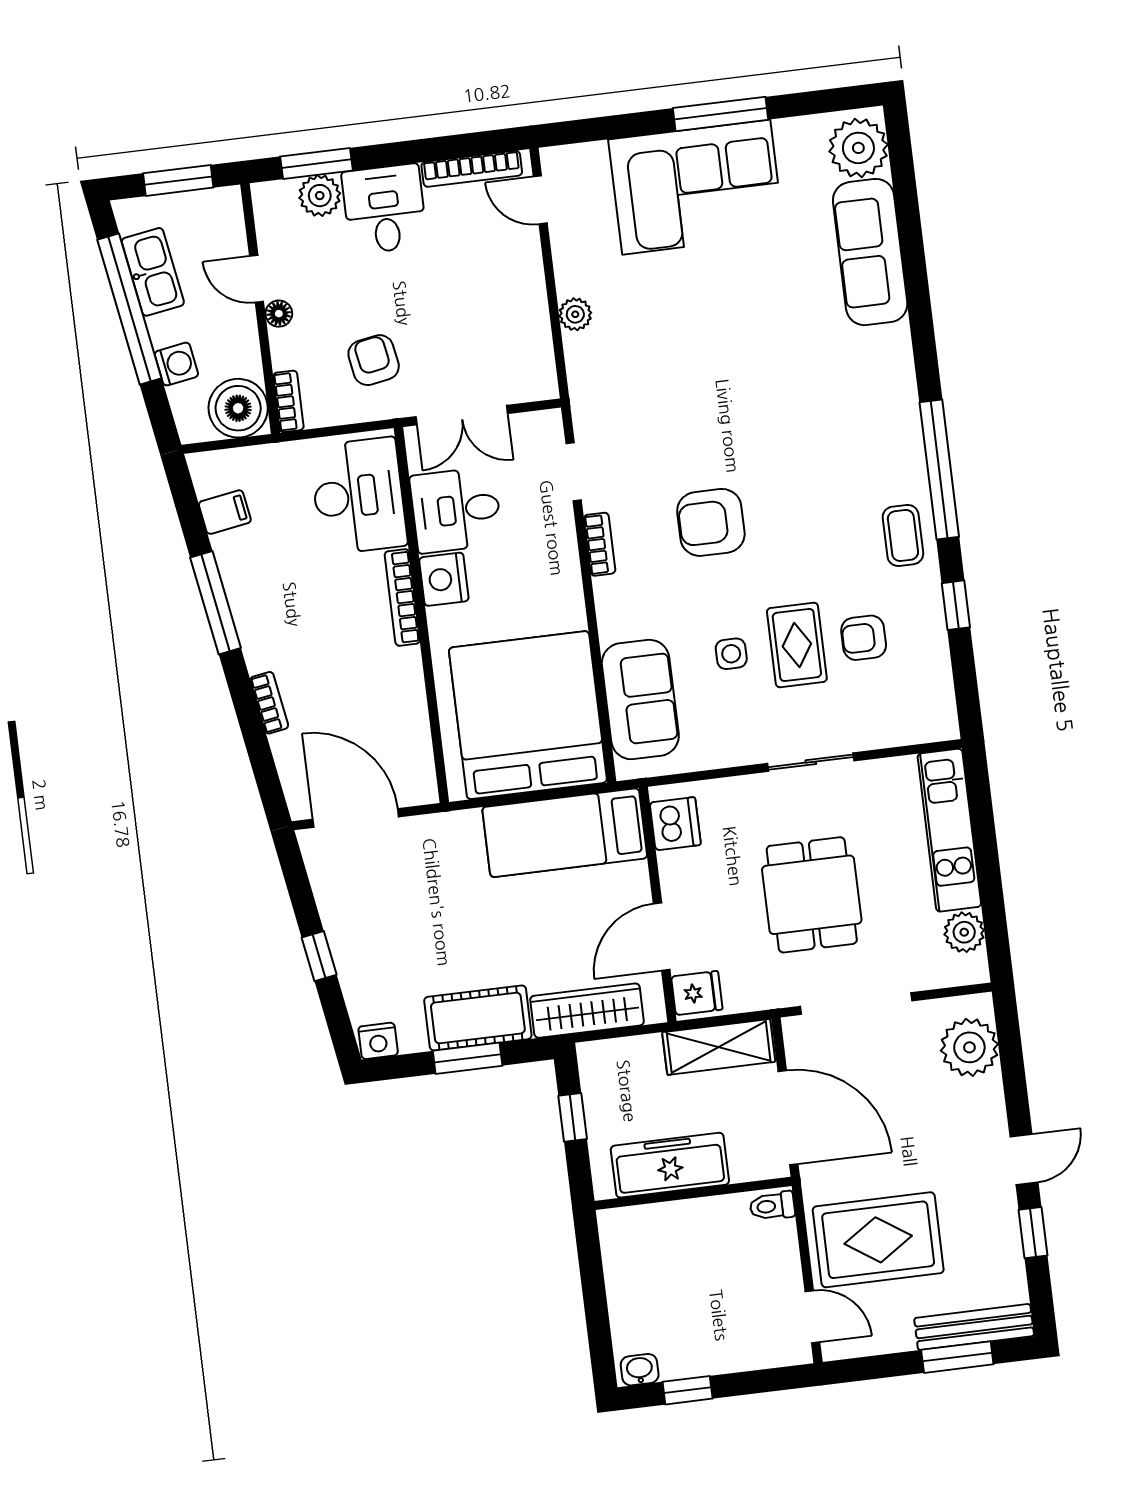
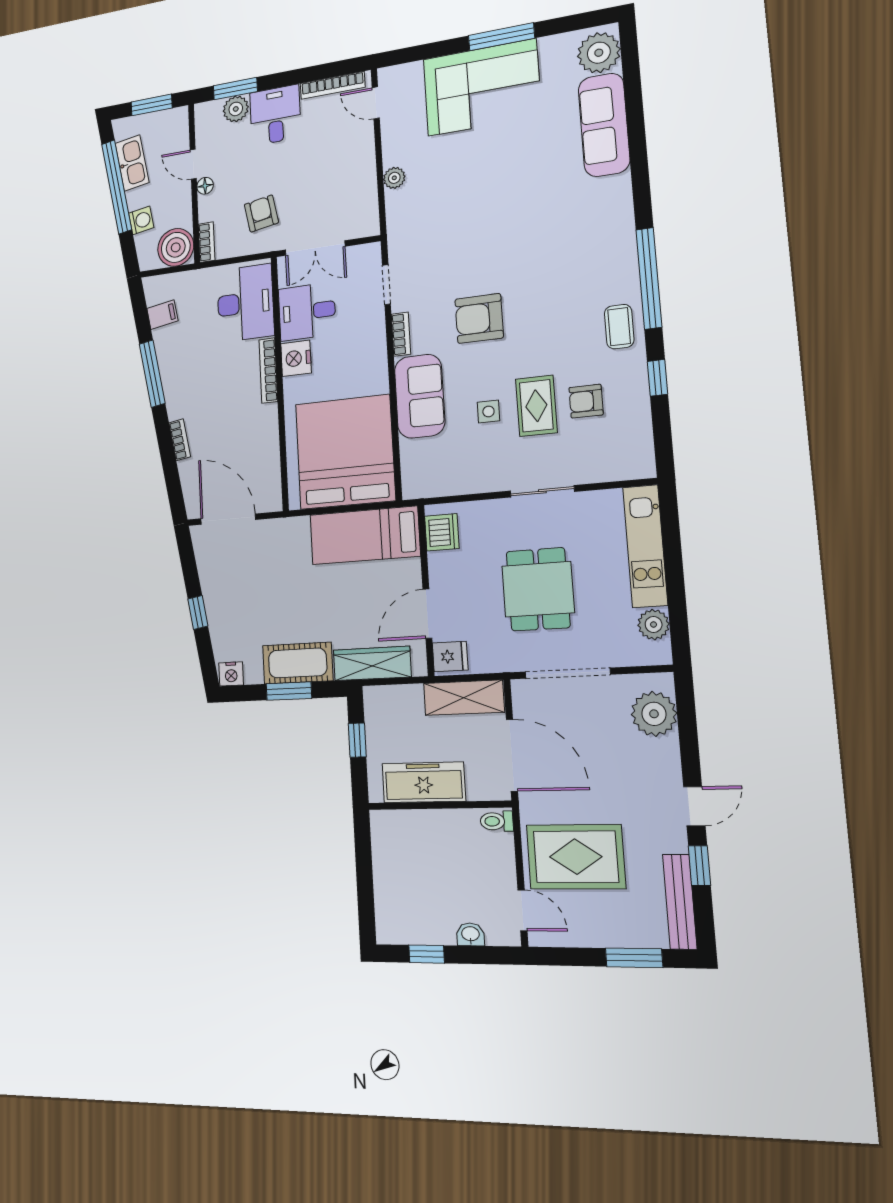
sofa: (640, 700) -> (420, 396), moved
bench: (974, 1327) -> (680, 902), moved, turned 90
washbasin: (640, 1370) -> (470, 934), moved

